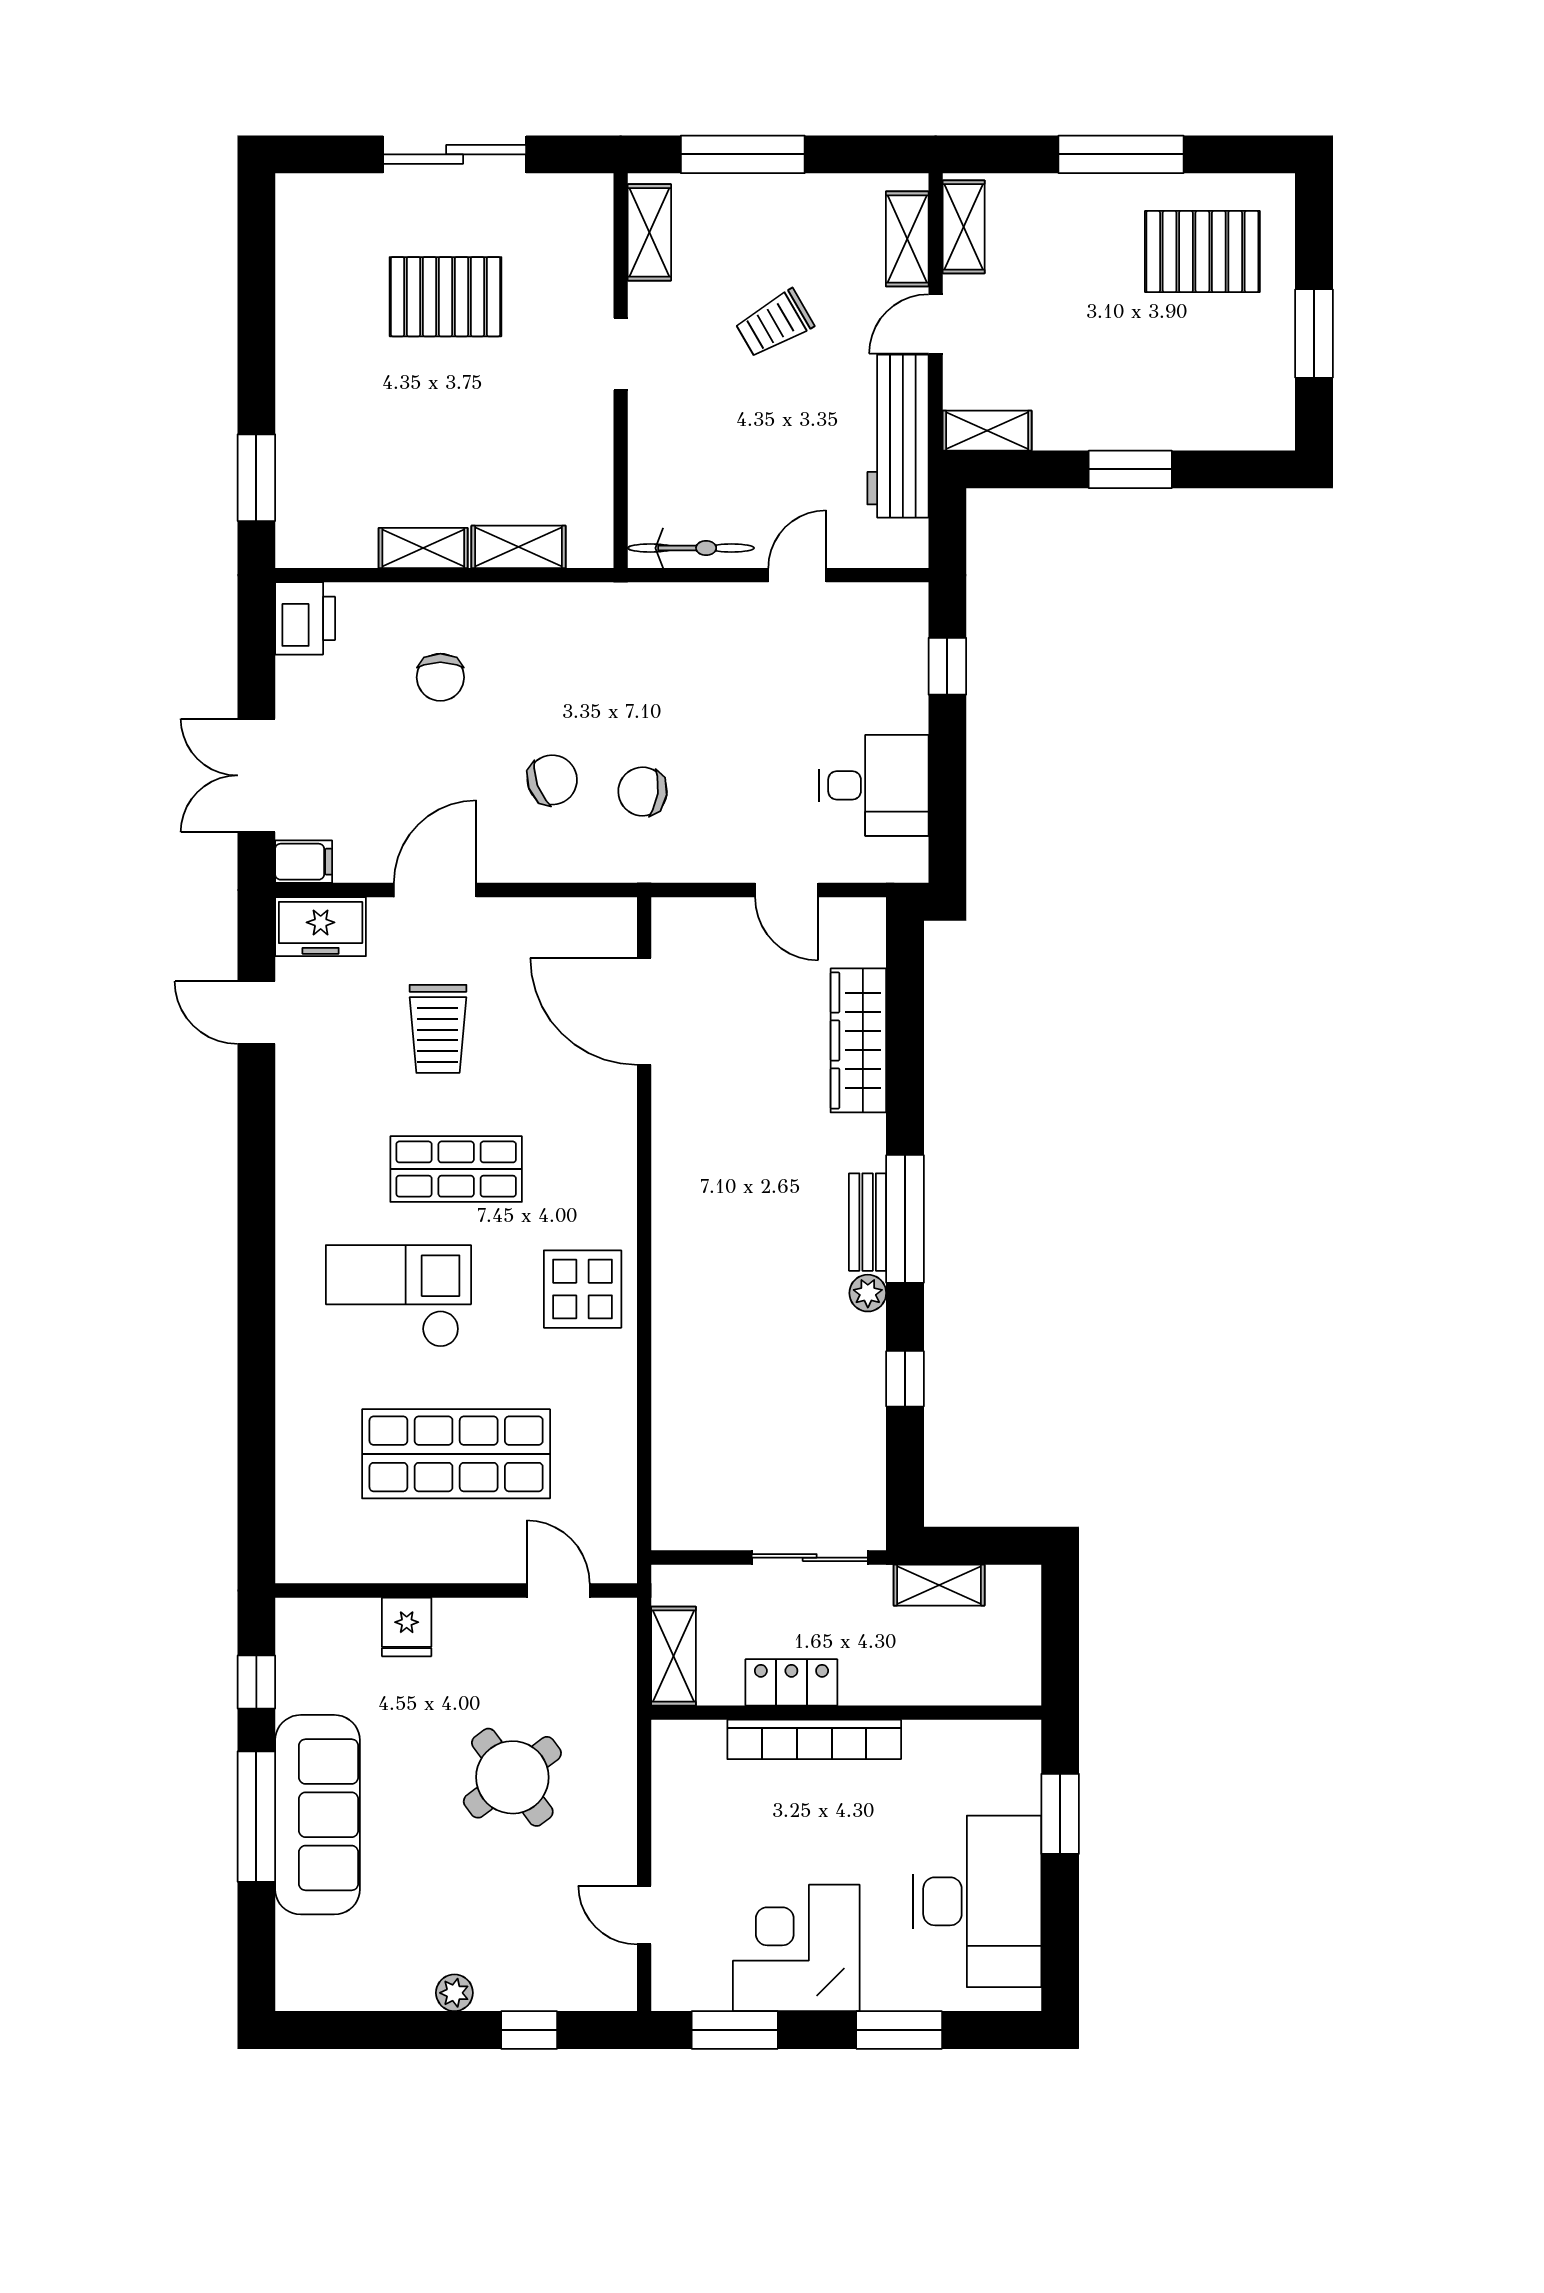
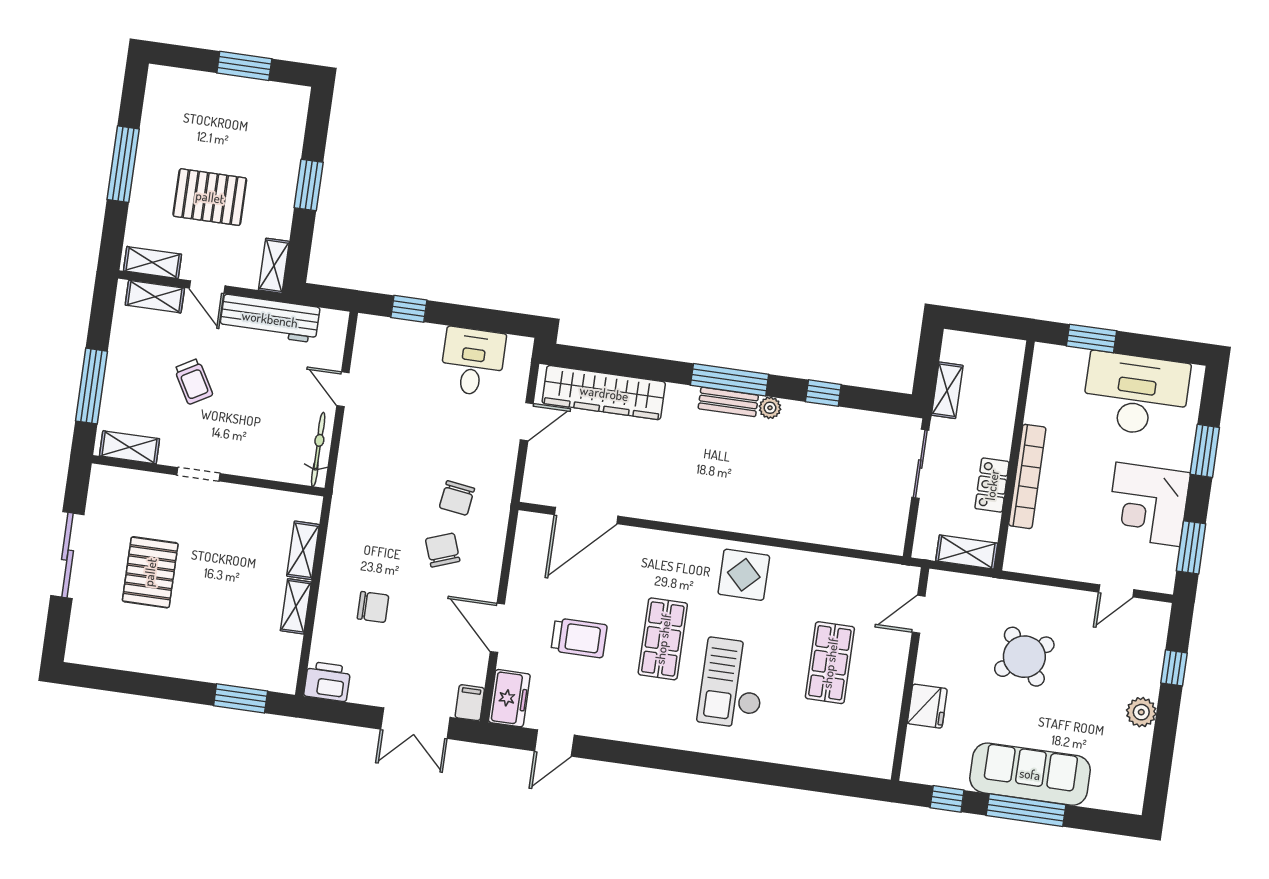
pallet: (1202, 252) -> (210, 197), moved, turned 90
wardrobe: (858, 1040) -> (604, 393), width x1.40, depth x1.17
shop shelf: (456, 1454) -> (830, 663), width x0.70, depth x0.74
fridge: (407, 1627) -> (927, 706), width x1.38
plant: (454, 1993) -> (1141, 712), width x1.38, depth x1.38

